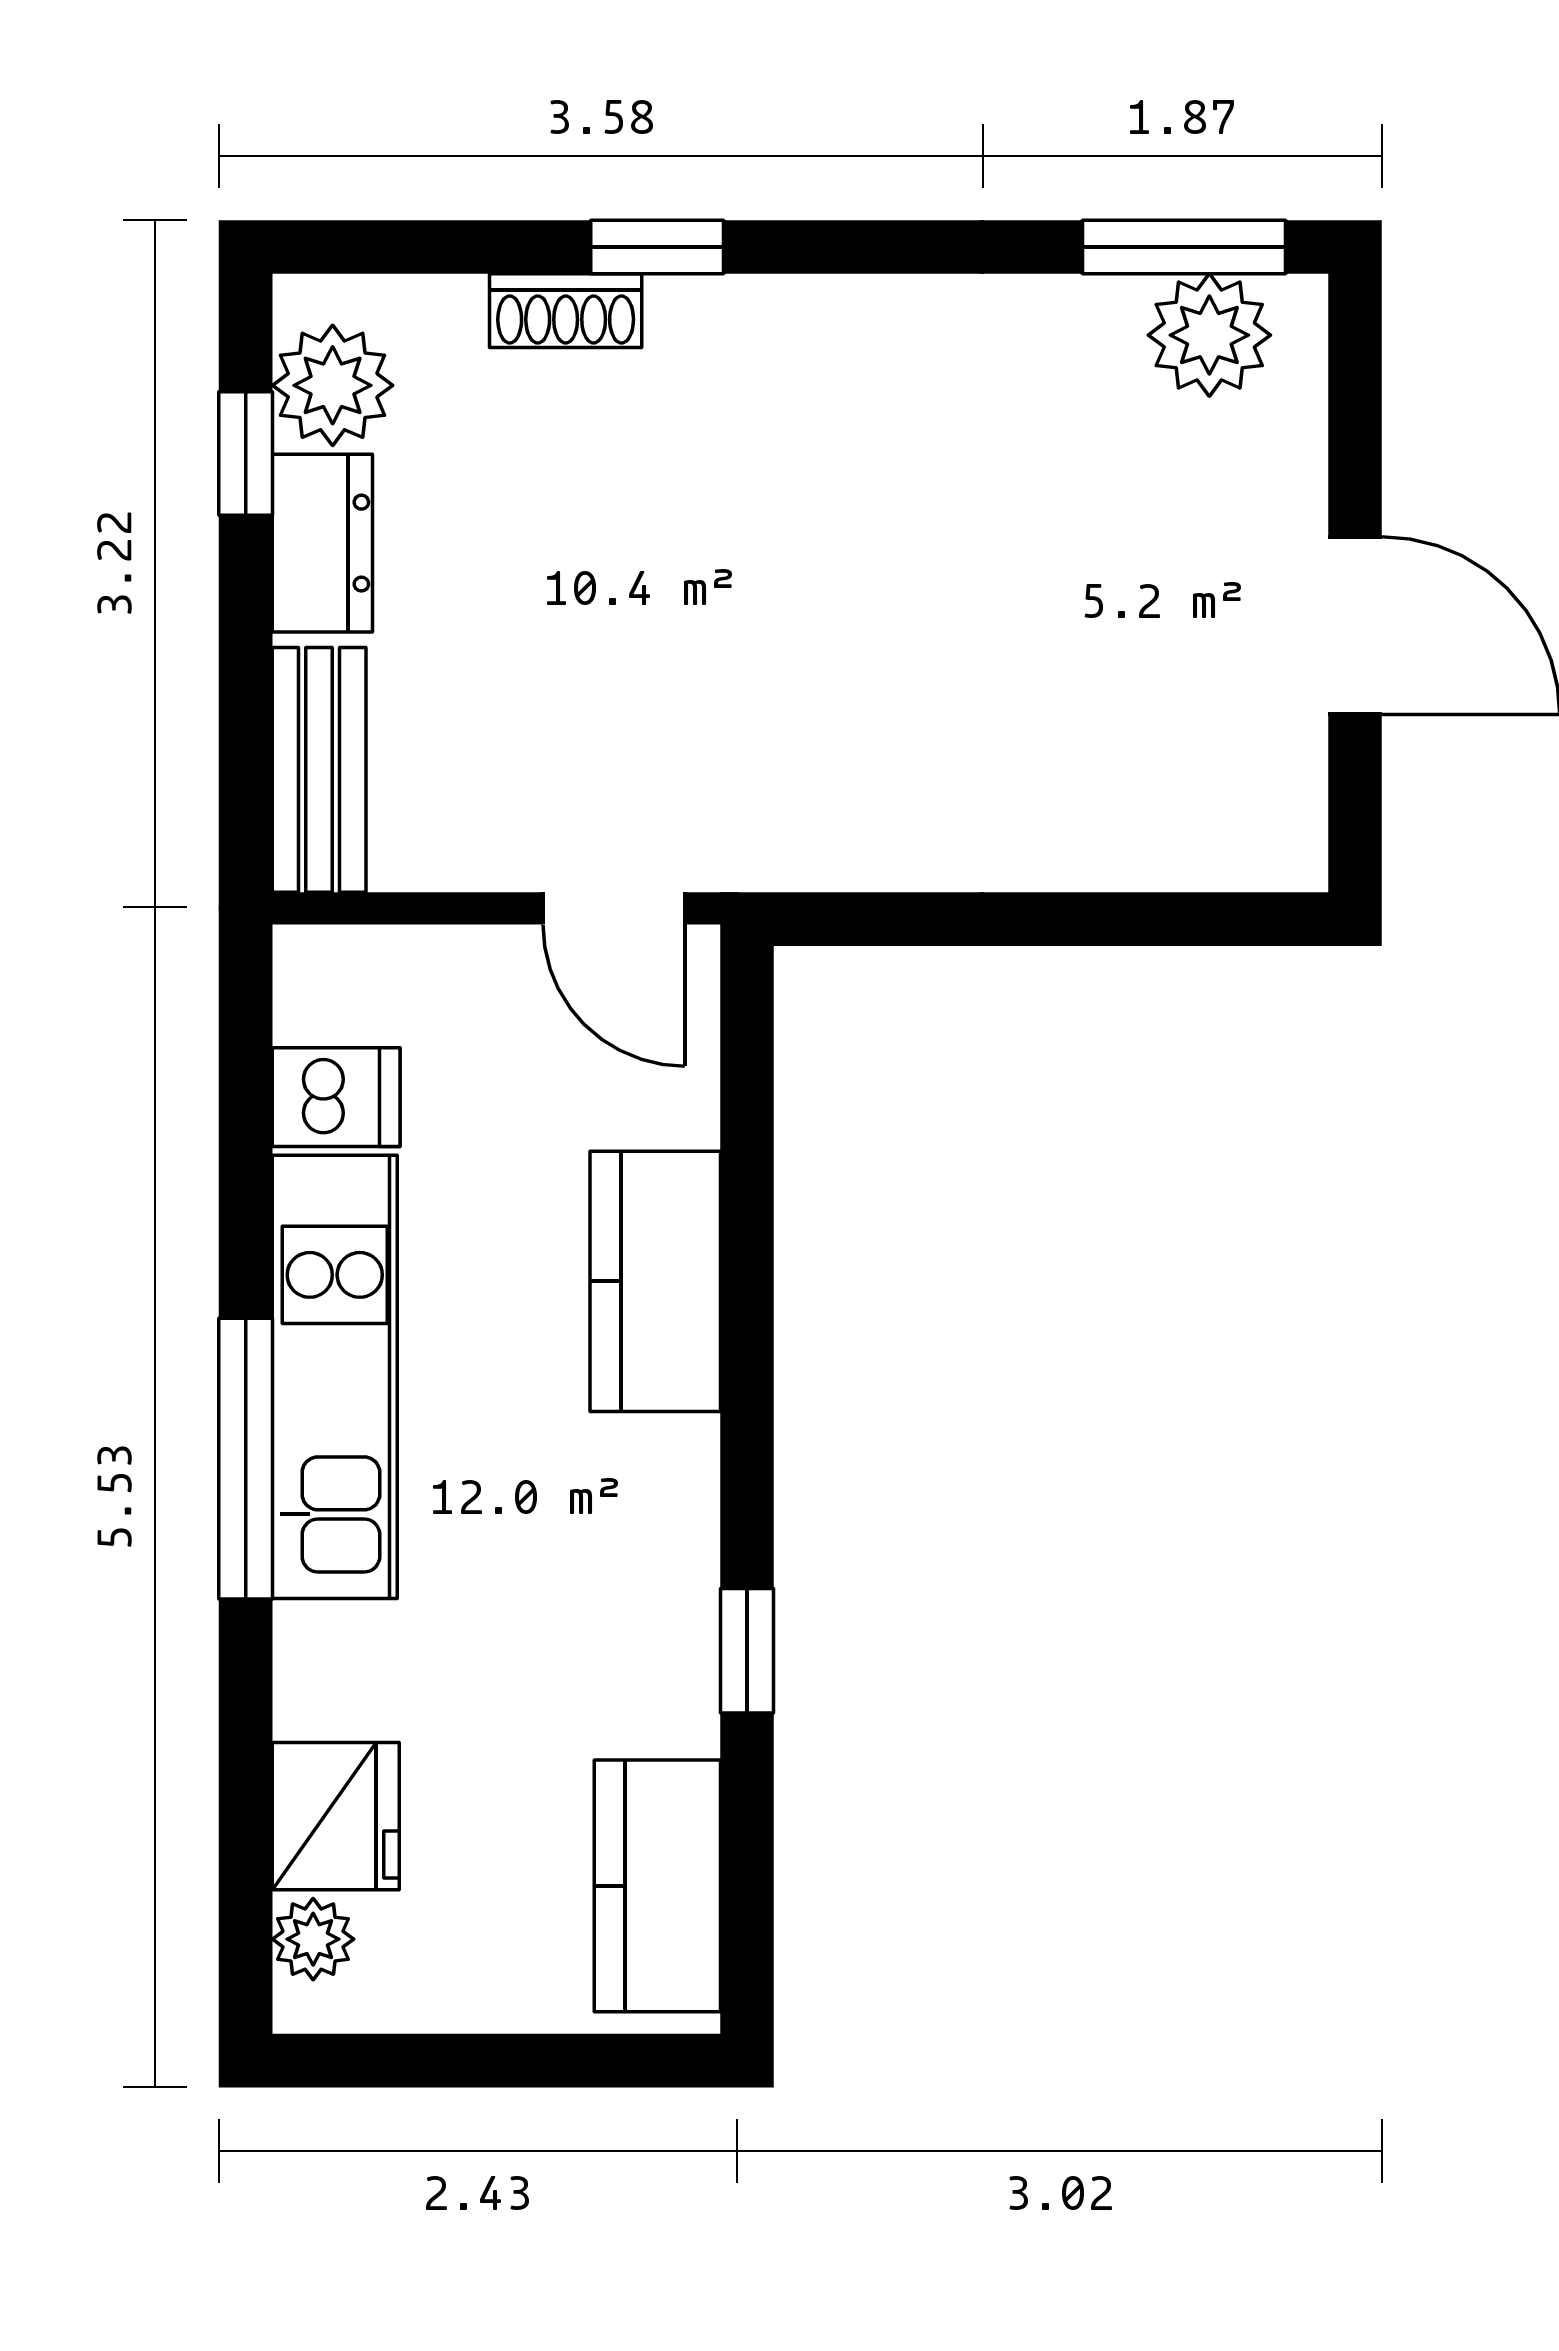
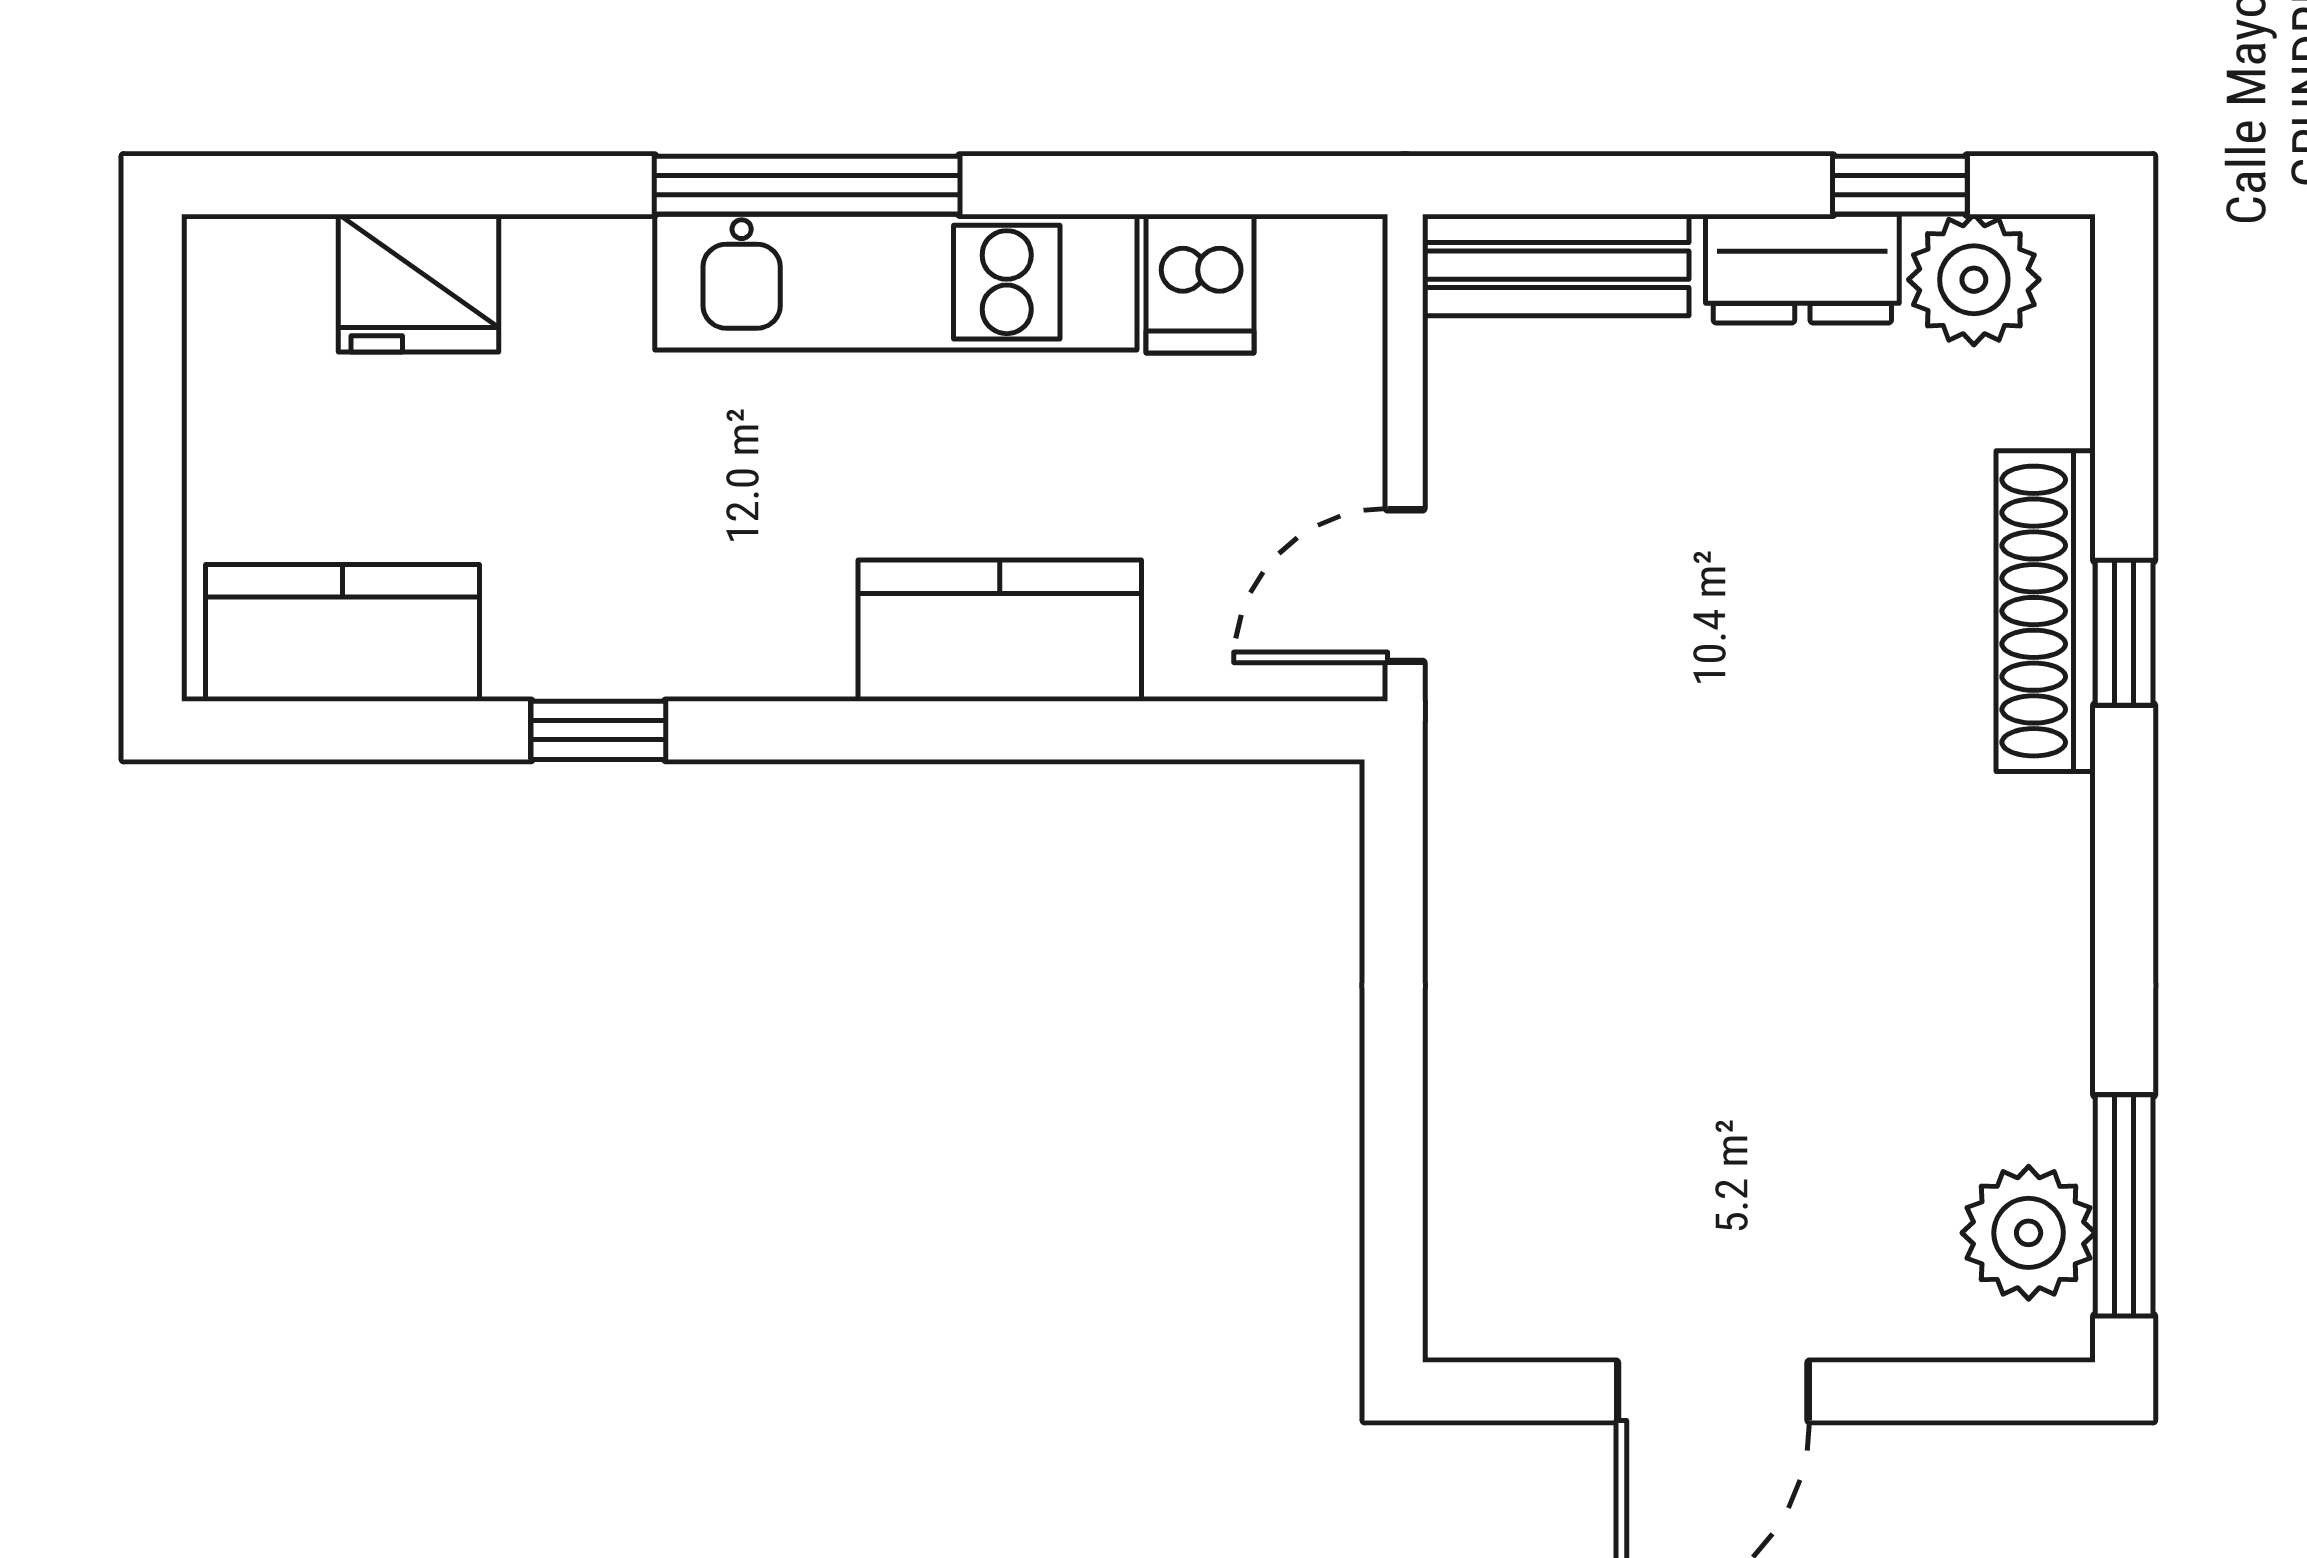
shoe rack: (566, 311) -> (2046, 611), width x1.94, depth x1.24
plant: (313, 1939) -> (285, 259), removed

